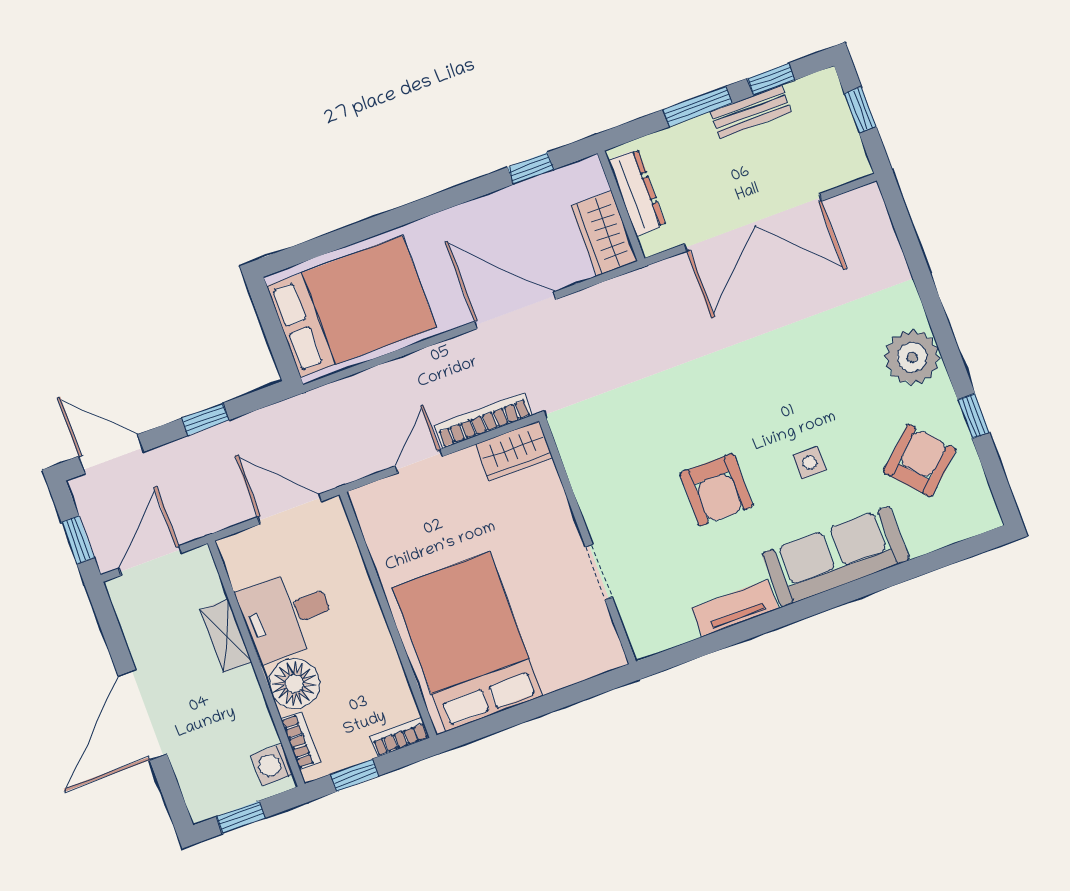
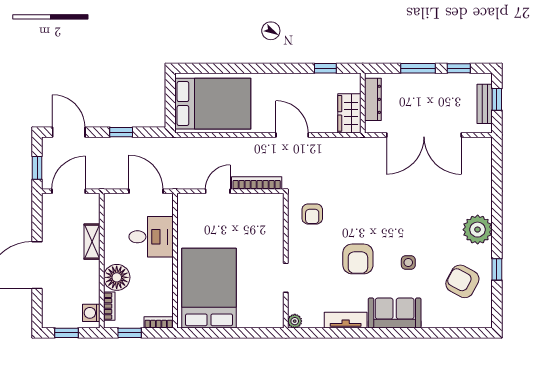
bench: (751, 112) -> (485, 104), moved, turned 90
door: (515, 310) -> (292, 135), width x0.73
armchair: (604, 439) -> (312, 214), added
wardrobe: (514, 451) -> (266, 203), removed
armchair: (920, 461) -> (462, 281), turned -110
sofa: (836, 557) -> (395, 313), width x0.73
desk: (287, 615) -> (151, 237), moved, turned 180
plant: (644, 644) -> (295, 321), added

